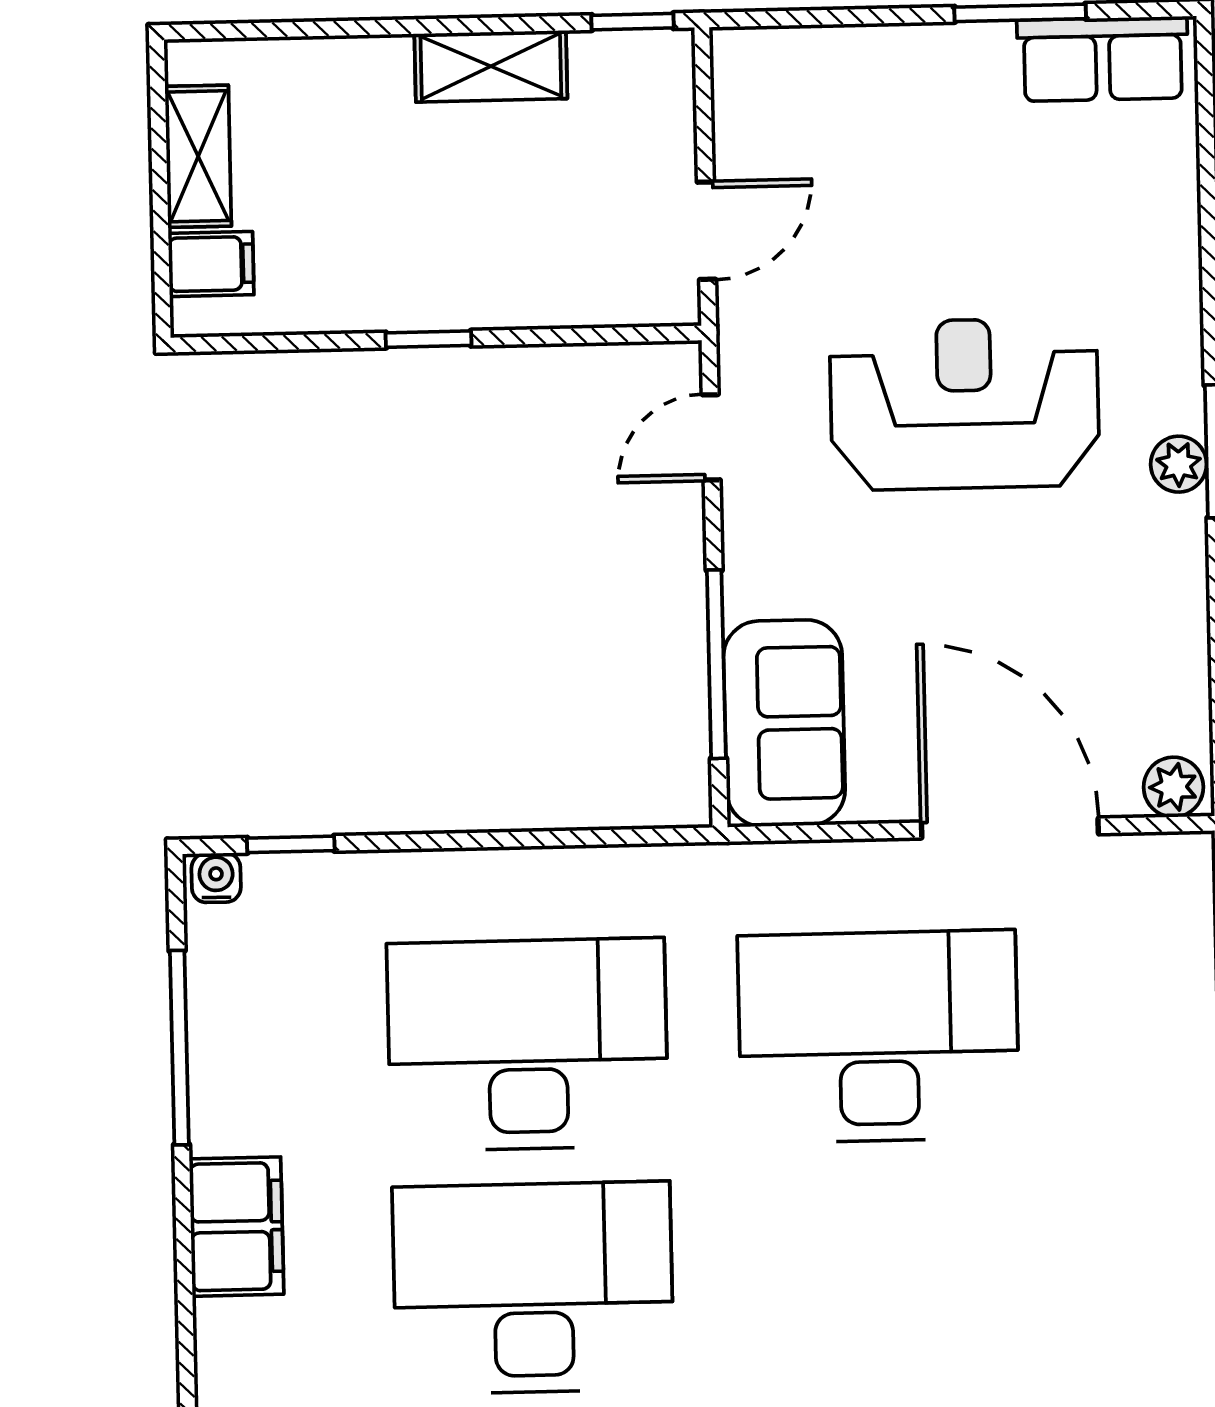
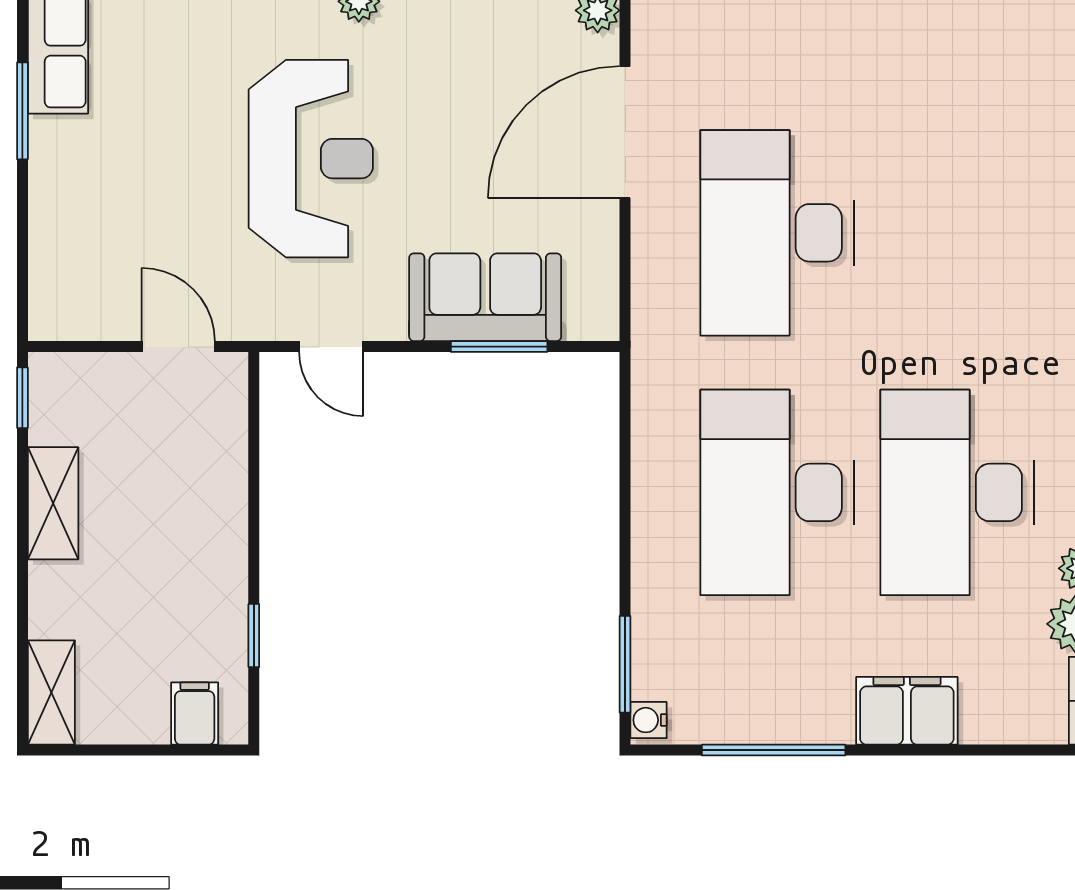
shelving: (198, 156) -> (51, 693), moved, turned 90
window: (428, 339) -> (254, 636), moved
reception desk: (965, 404) -> (311, 159), turned 180
window: (716, 664) -> (499, 347), width x0.69
sofa: (784, 723) -> (485, 297), moved
window: (291, 844) -> (625, 664), width x1.50

